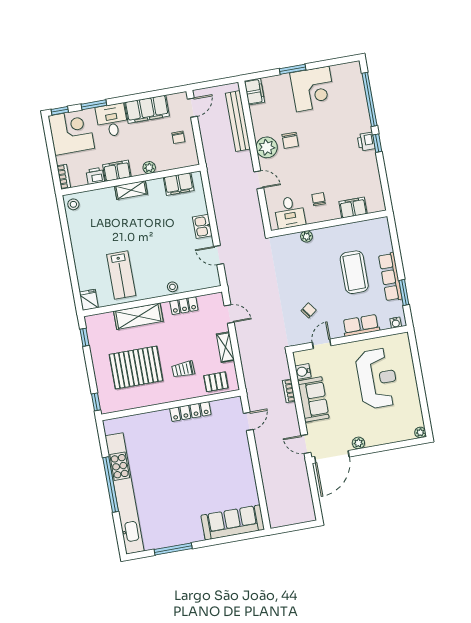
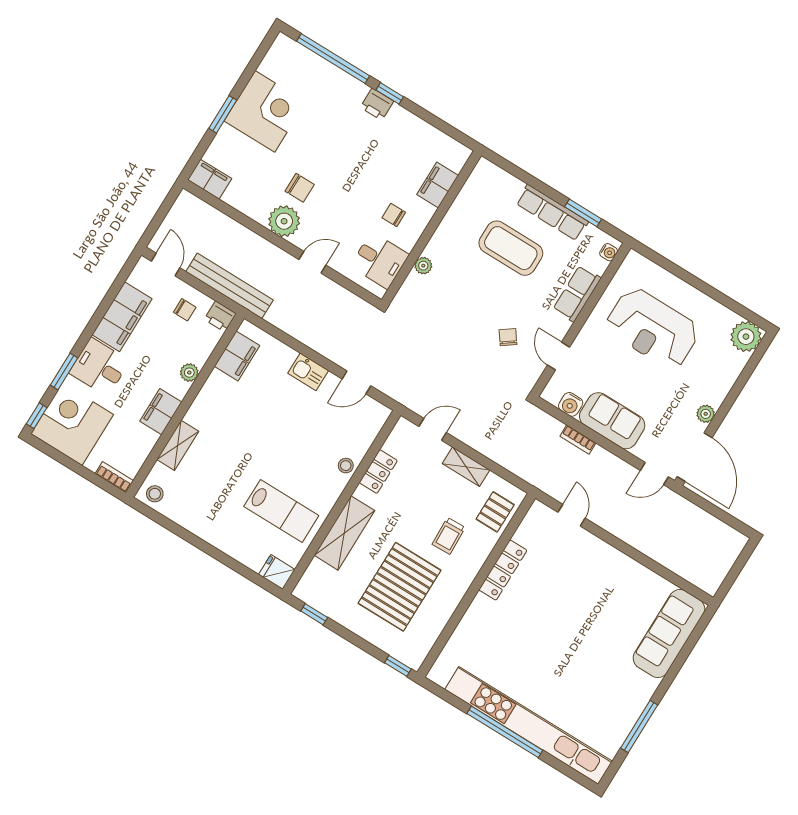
bench: (238, 121) -> (230, 286), moved
printer: (95, 176) -> (220, 317), moved, turned -90
shelving: (131, 190) -> (178, 445), moved
reception desk: (377, 378) -> (652, 328), turned 180
plant: (420, 432) -> (746, 337), width x1.87, depth x1.87

